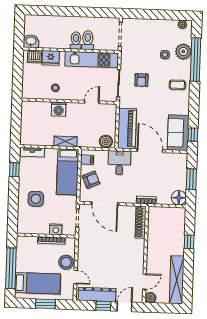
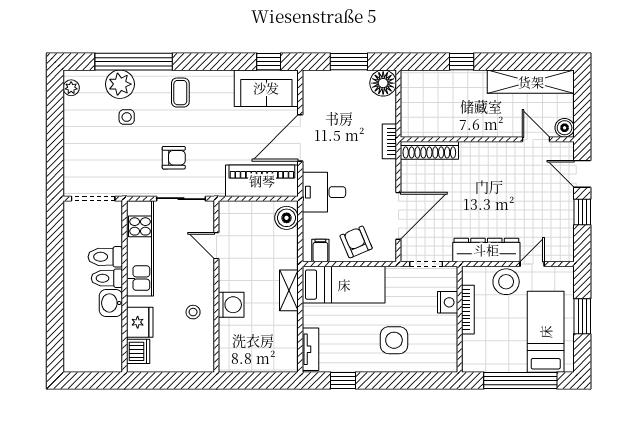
washbasin: (31, 41) -> (111, 303), moved
dresser: (97, 294) -> (486, 250), moved, turned 90

